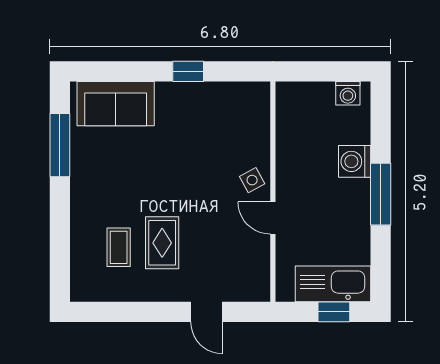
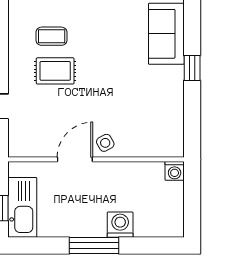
window: (188, 71) -> (192, 68), moved
washing machine: (348, 93) -> (175, 171), moved, turned -90
door: (273, 218) -> (75, 159), width x1.38

